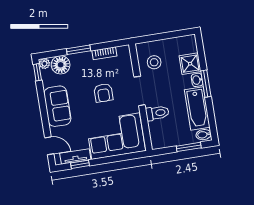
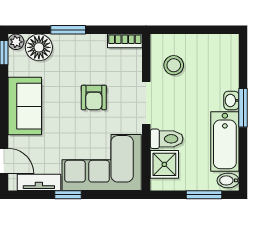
bookcase: (104, 53) -> (125, 41), moved
shower: (190, 64) -> (164, 164), moved
window: (80, 164) -> (68, 195), moved

